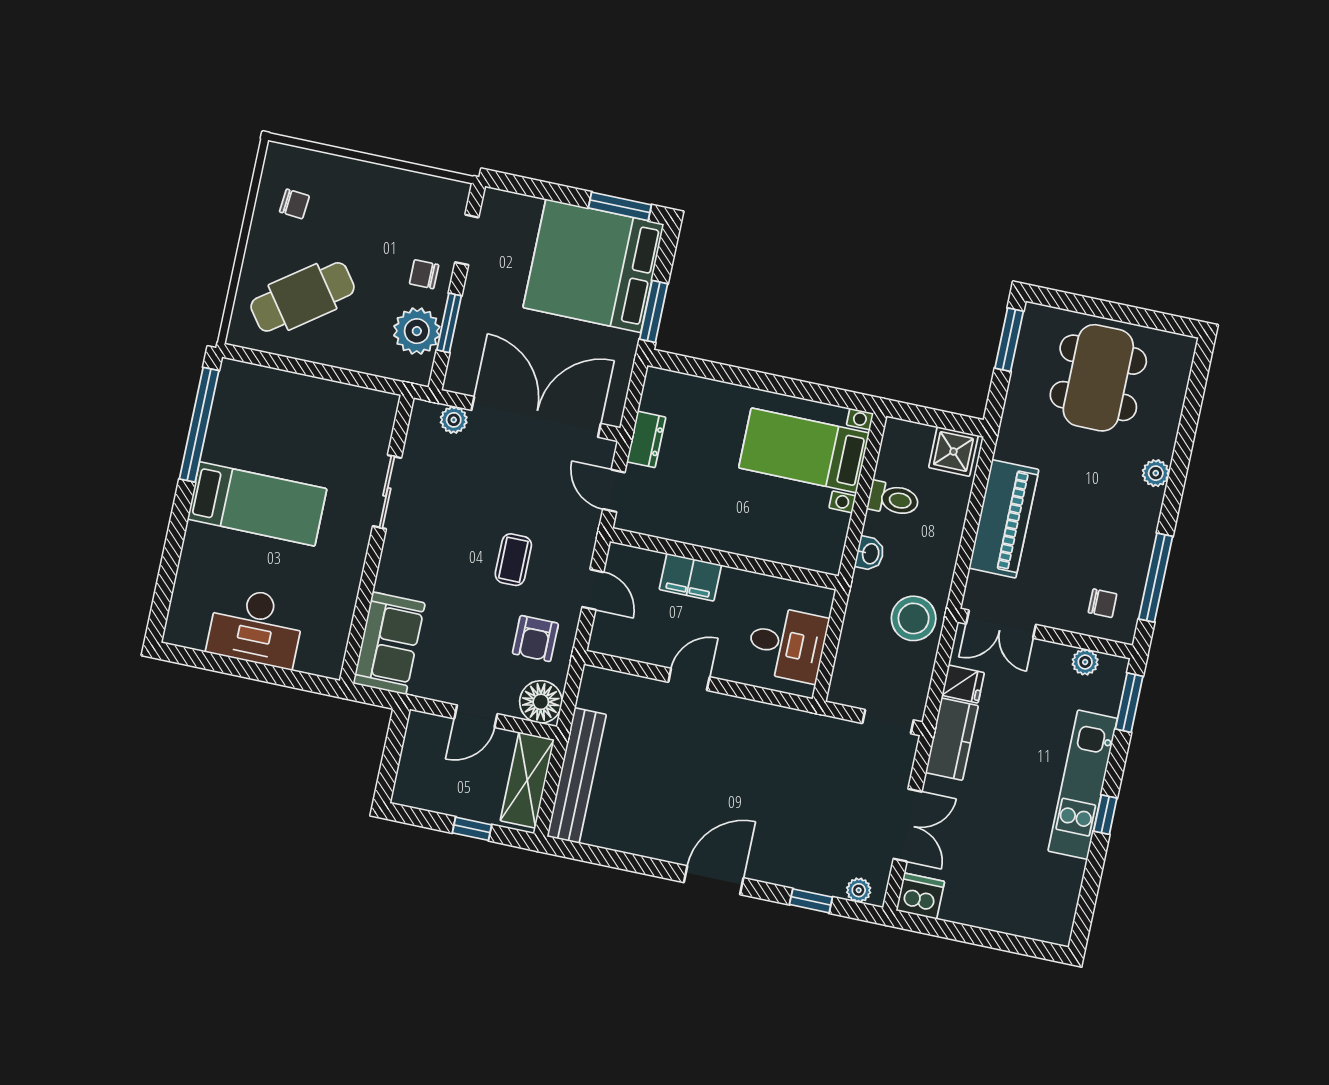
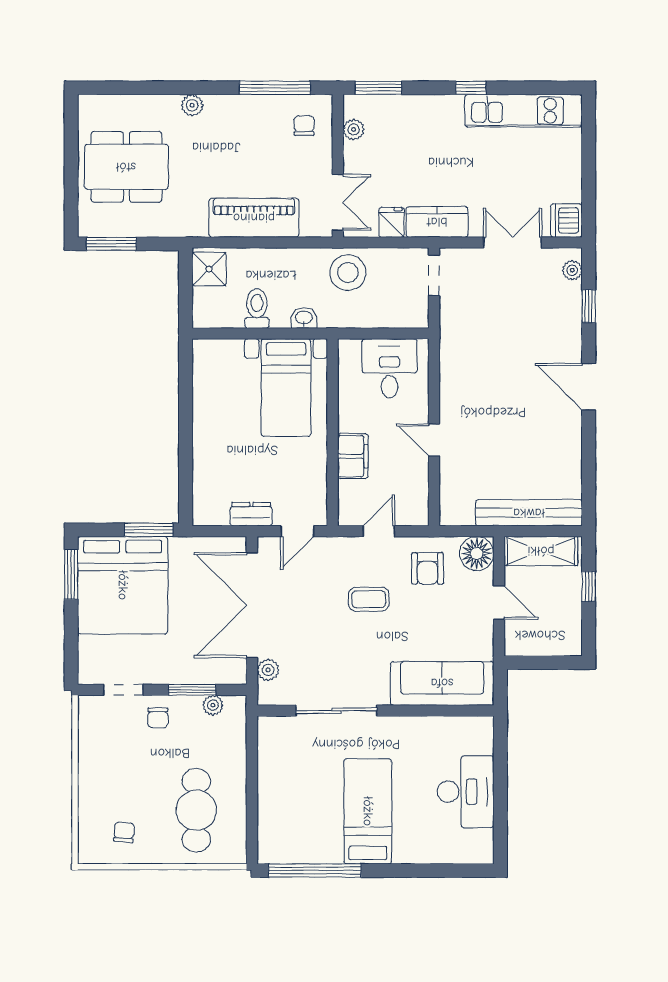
cafe table: (303, 297) -> (196, 810), turned 36
plant: (417, 331) -> (213, 705), width x0.53, depth x0.53
bed with nightstands: (804, 450) -> (286, 388), moved
sliding door: (387, 492) -> (336, 711), width x1.37
armchair: (535, 639) -> (427, 568), turned 90
sofa: (389, 643) -> (442, 683), width x1.36
kitchen unit: (1083, 785) -> (523, 111), moved

